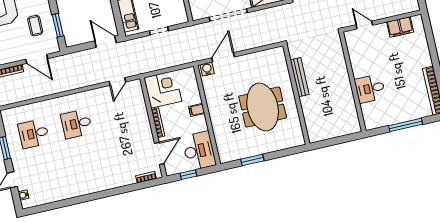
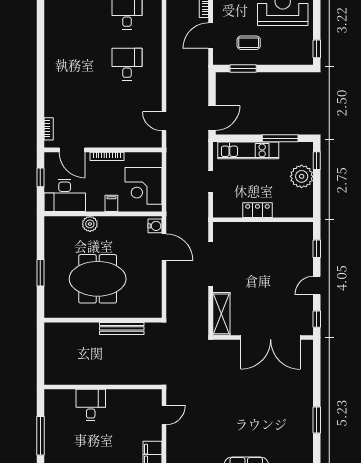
corner desk: (163, 89) -> (143, 186), moved, turned 90
plant: (218, 124) -> (90, 224), added
window: (252, 160) -> (40, 273), moved

